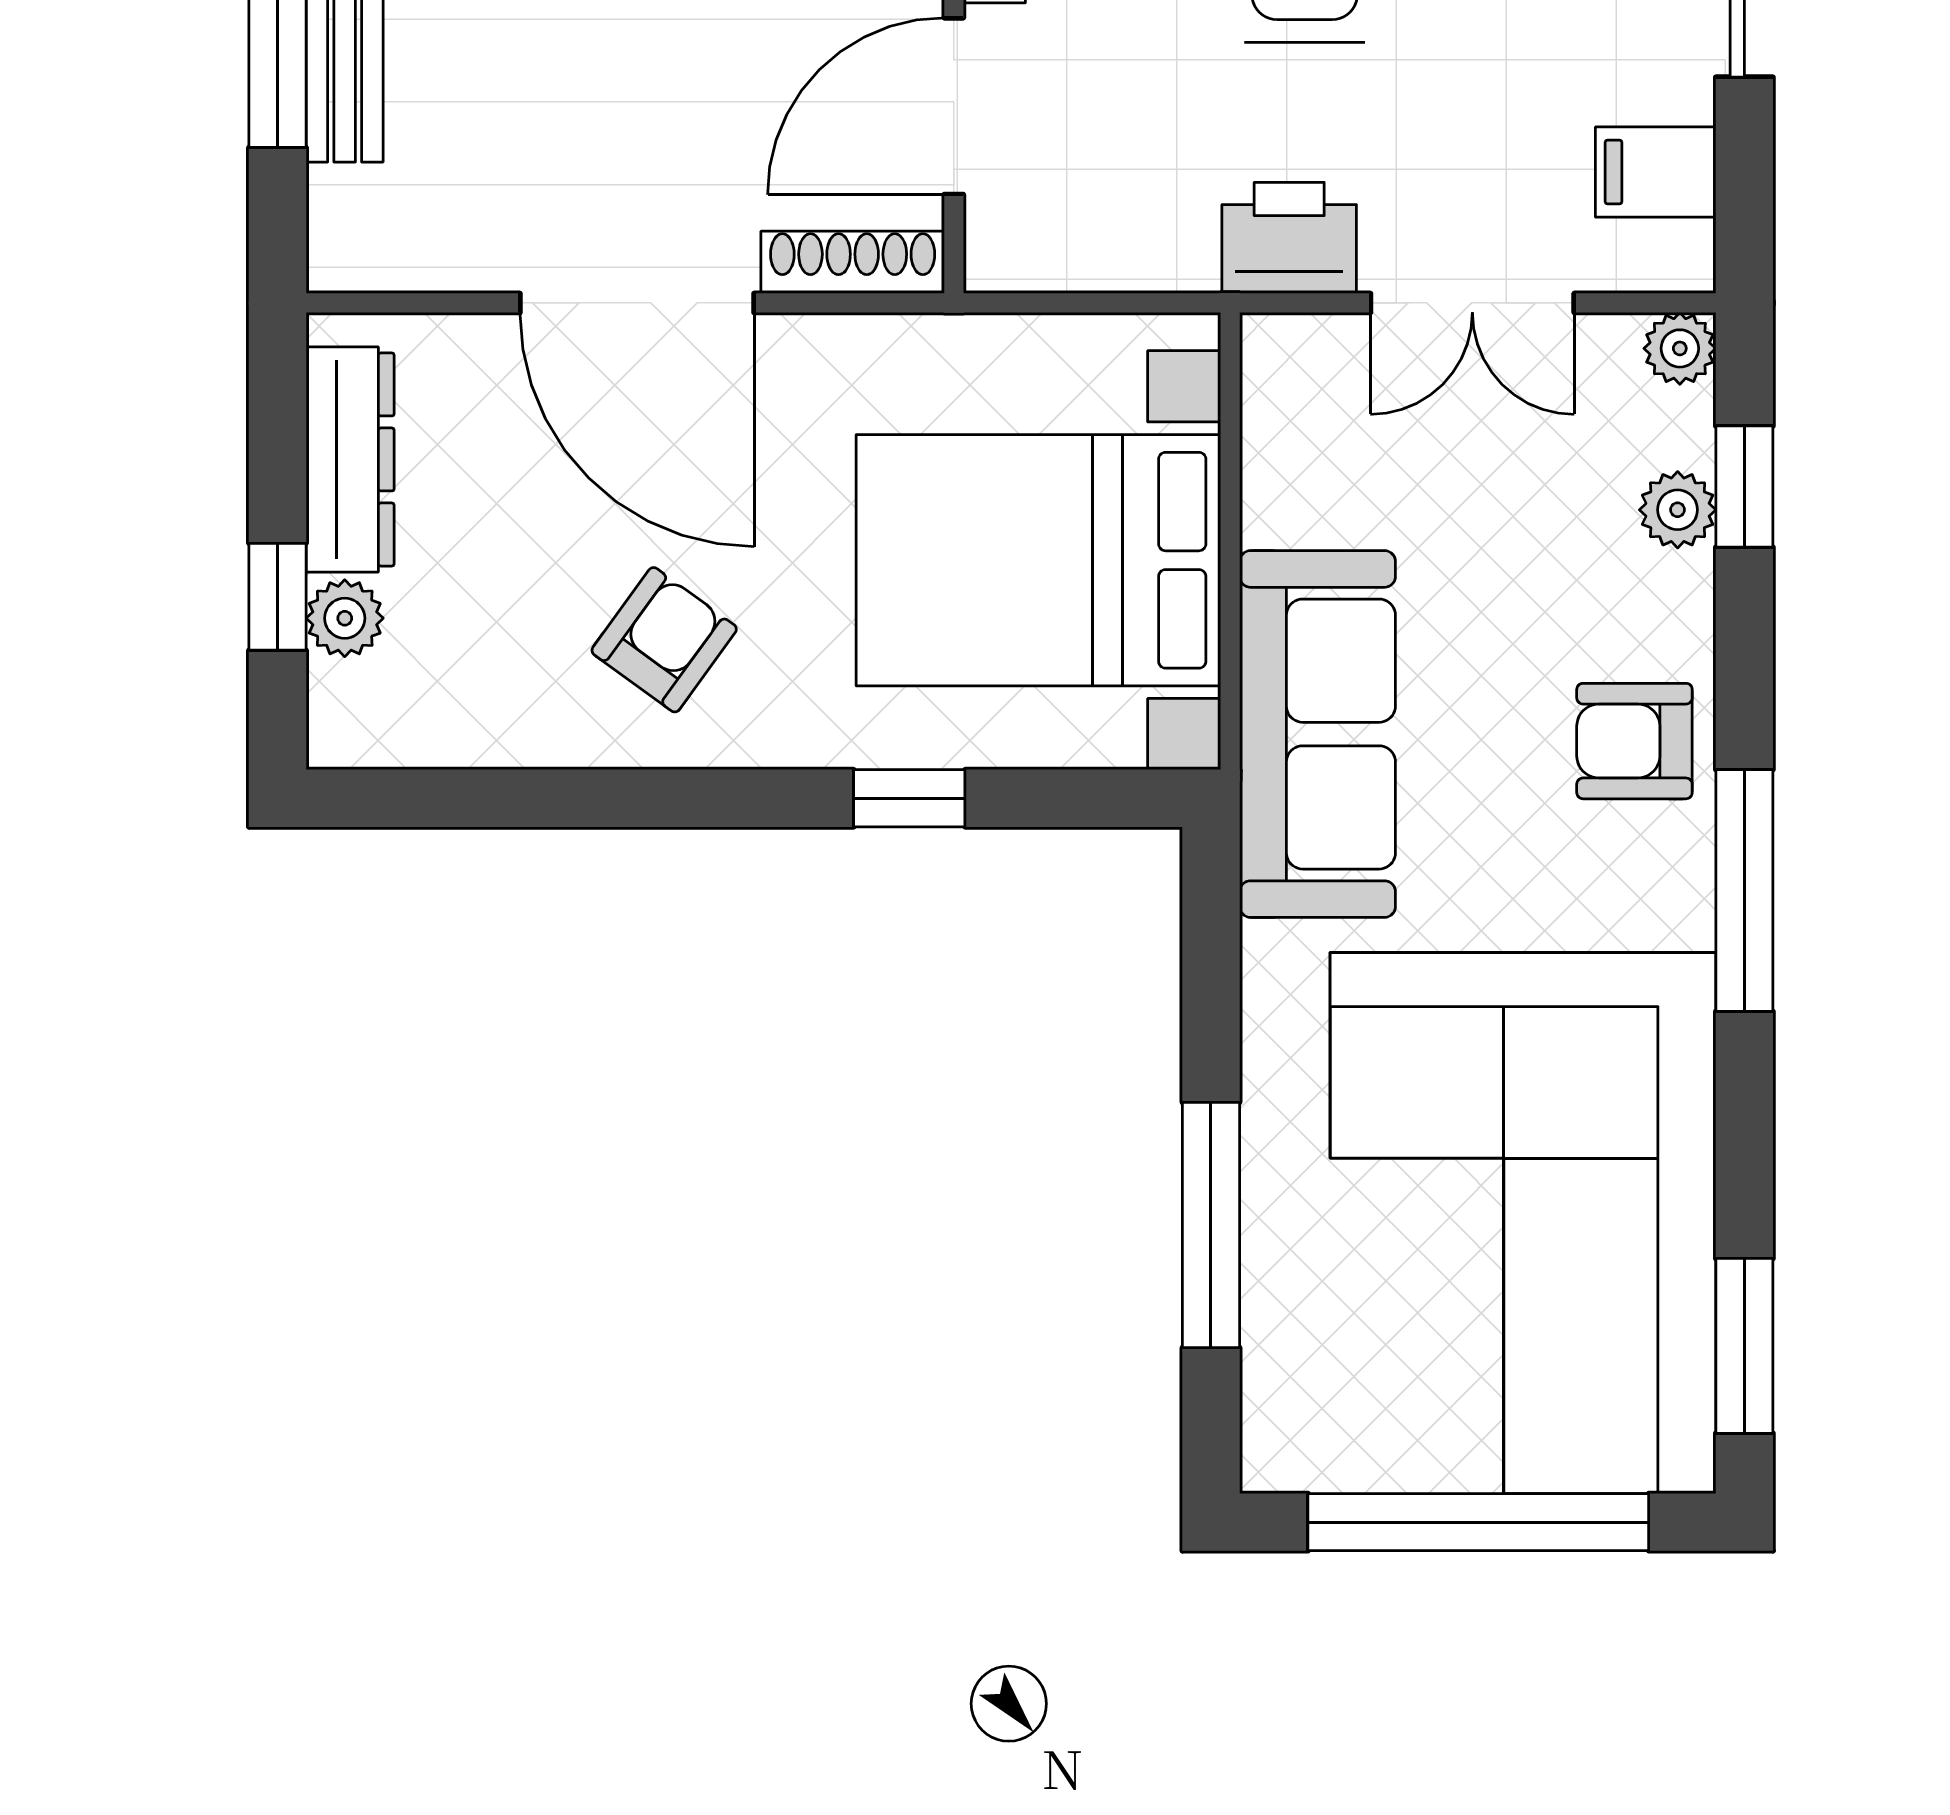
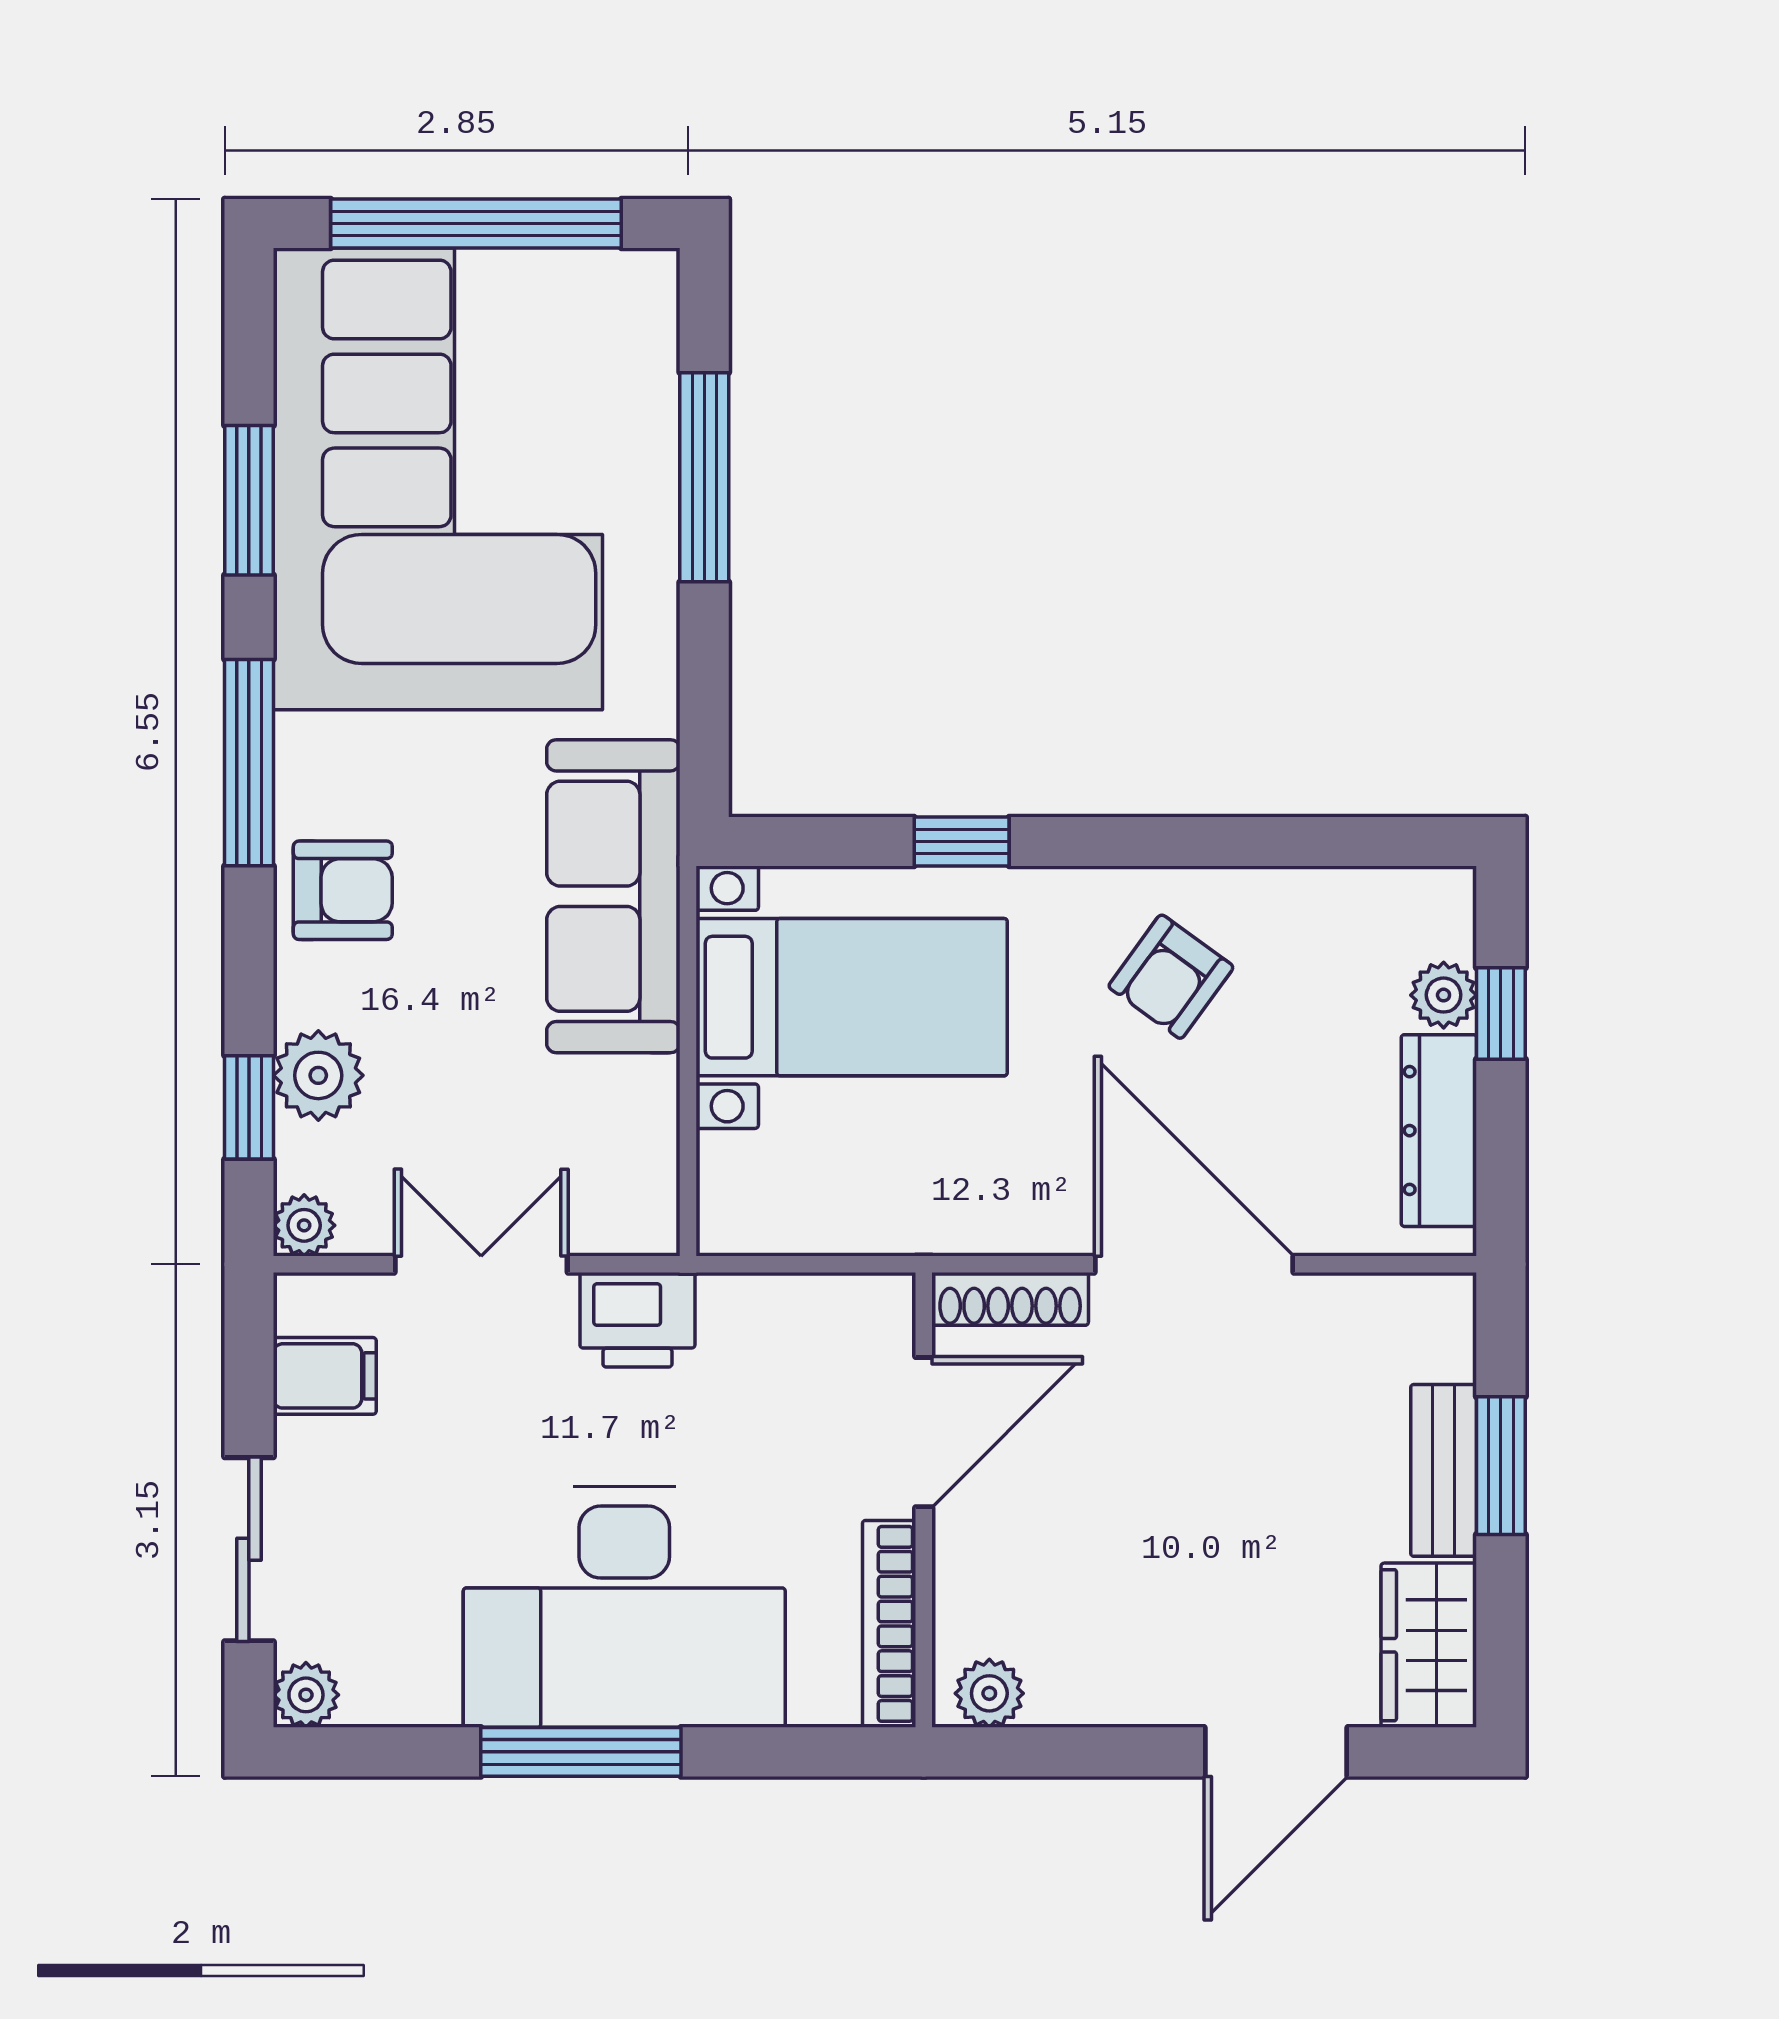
plant: (1678, 510) -> (318, 1075), width x1.38, depth x1.38
bed with nightstands: (1038, 560) -> (852, 997), width x0.73
window: (1744, 1346) -> (249, 500), moved

